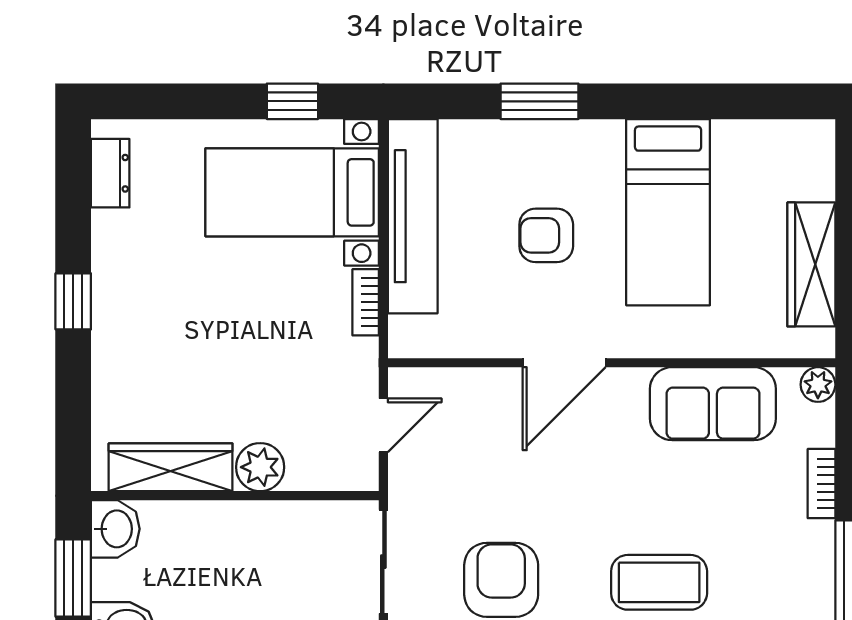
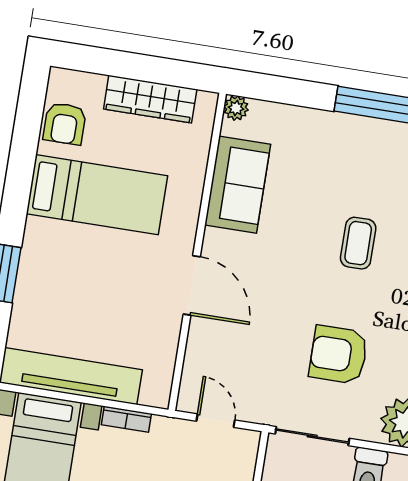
armchair: (546, 235) -> (65, 124), moved
bookcase: (821, 484) -> (307, 117), removed
coffee table: (659, 582) -> (358, 243), width x0.73, depth x0.77

